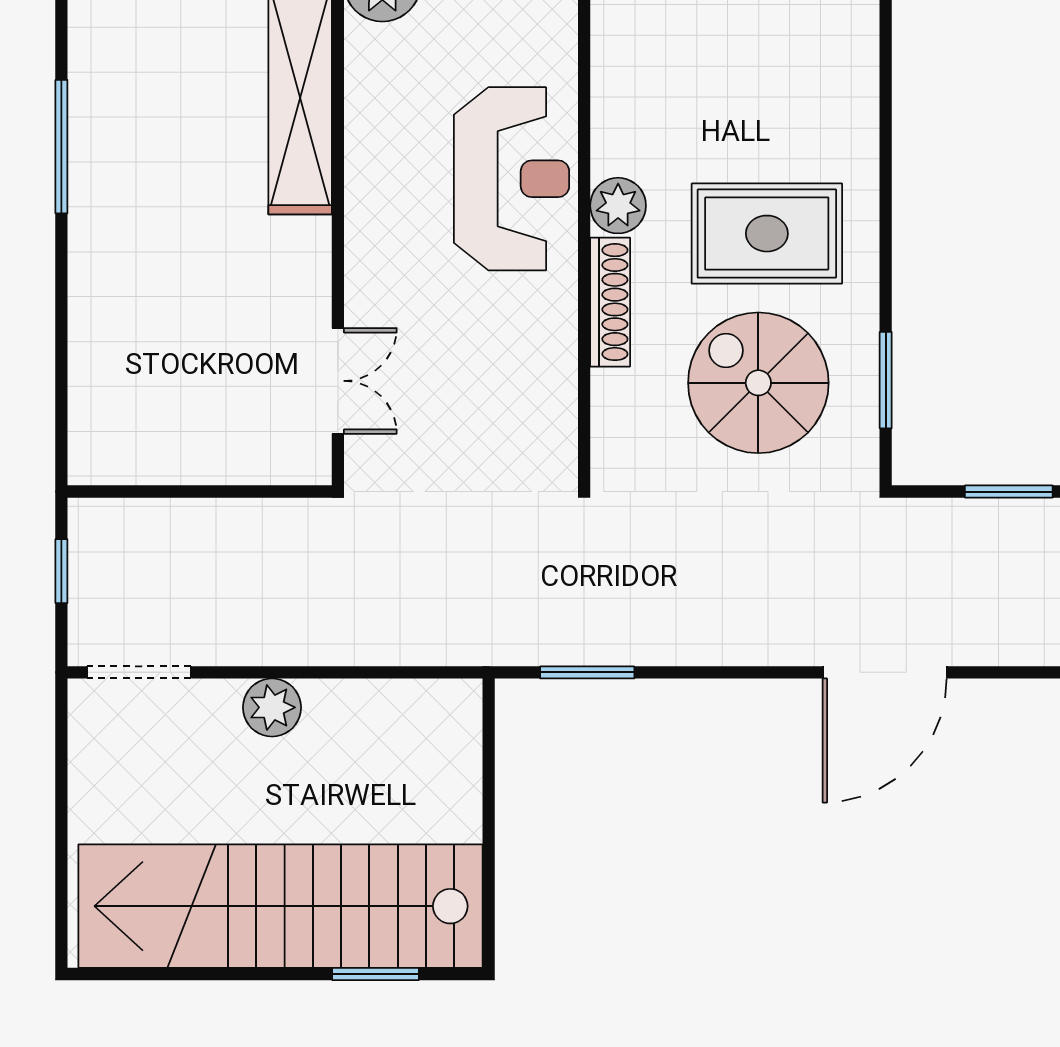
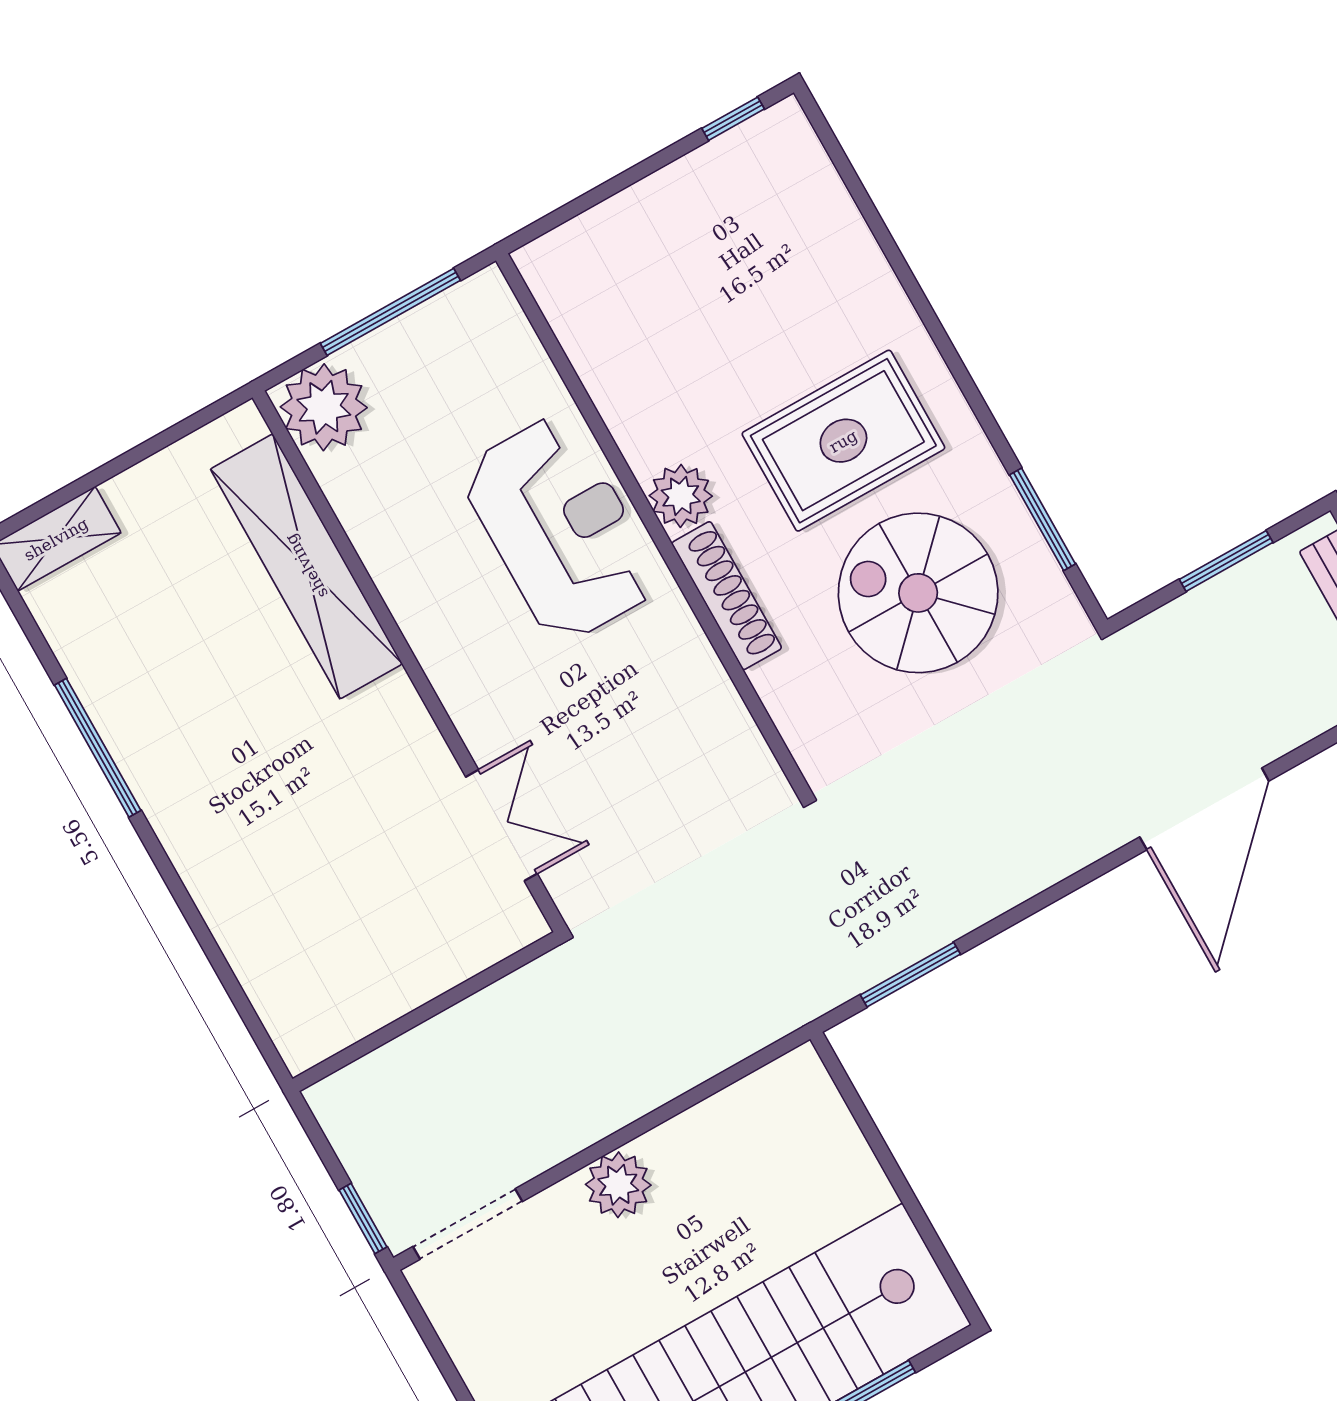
window: (61, 571) -> (363, 1219), moved

